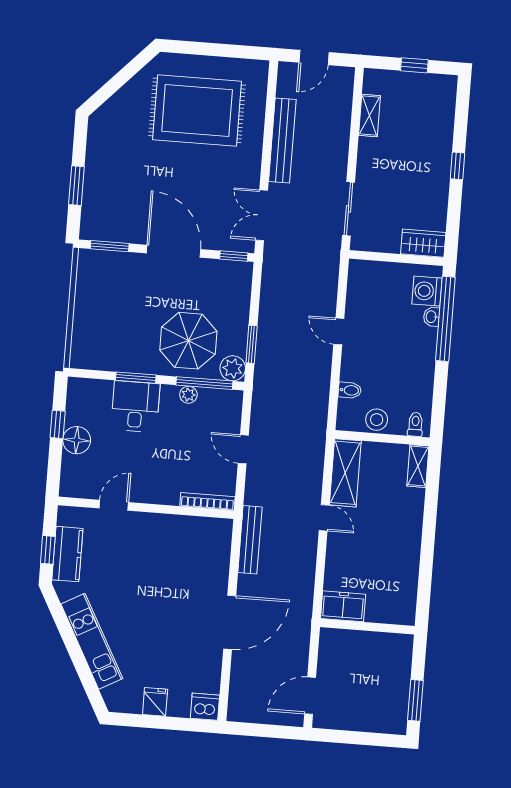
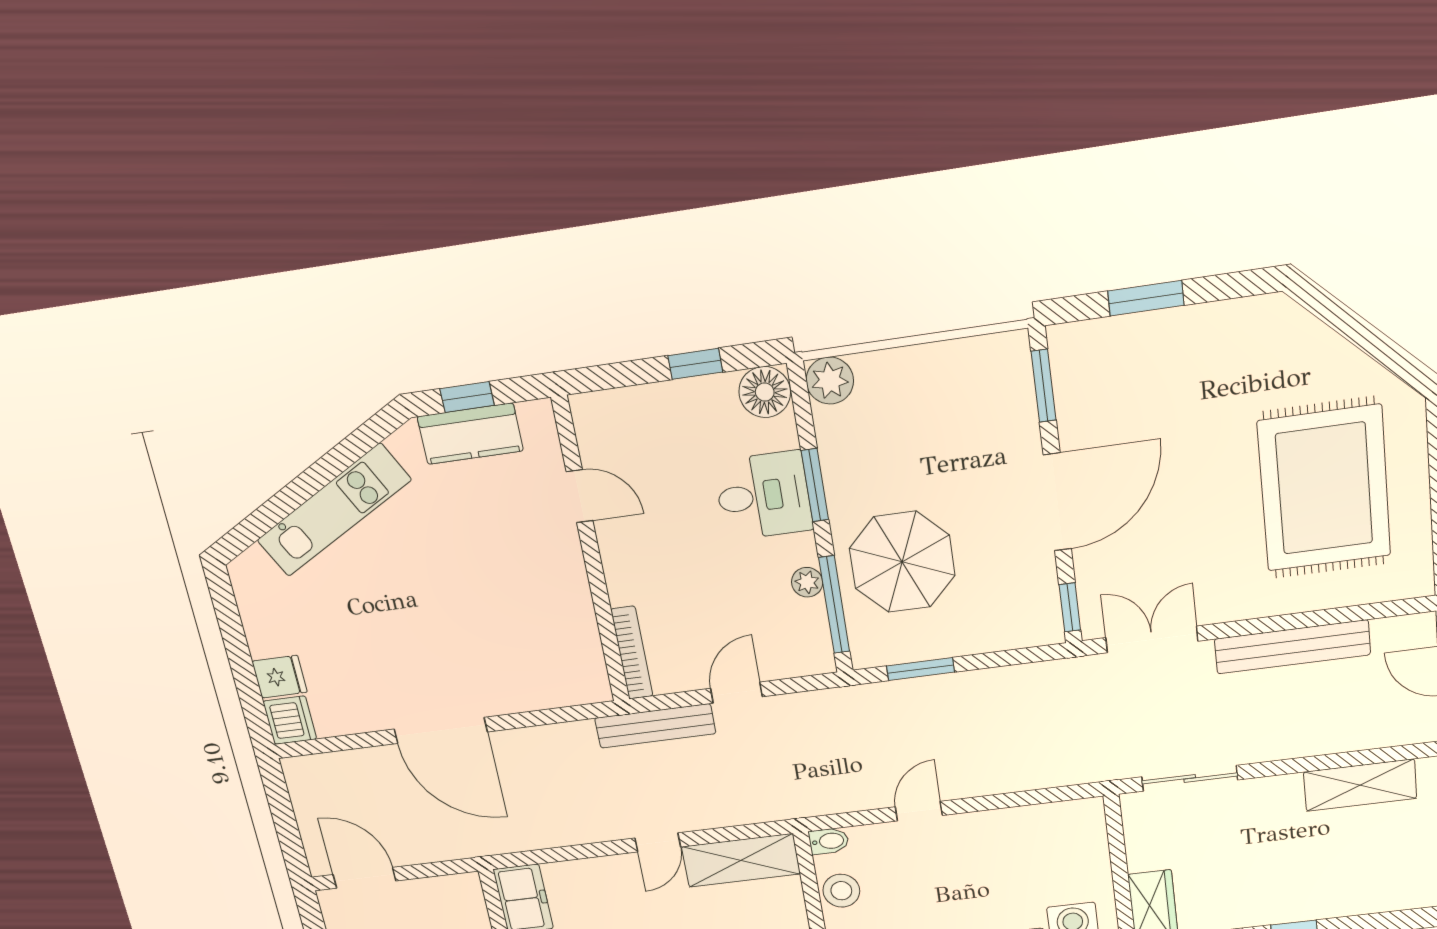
shelving: (369, 115) -> (1360, 785), width x1.50, depth x1.33
door: (339, 331) -> (919, 811), moved
plant: (233, 368) -> (830, 381), moved
bidet: (350, 390) -> (829, 841), moved, turned -90
floor lamp: (77, 440) -> (765, 392), moved
bench: (250, 540) -> (655, 726), moved
fridge: (155, 702) -> (280, 677), moved

